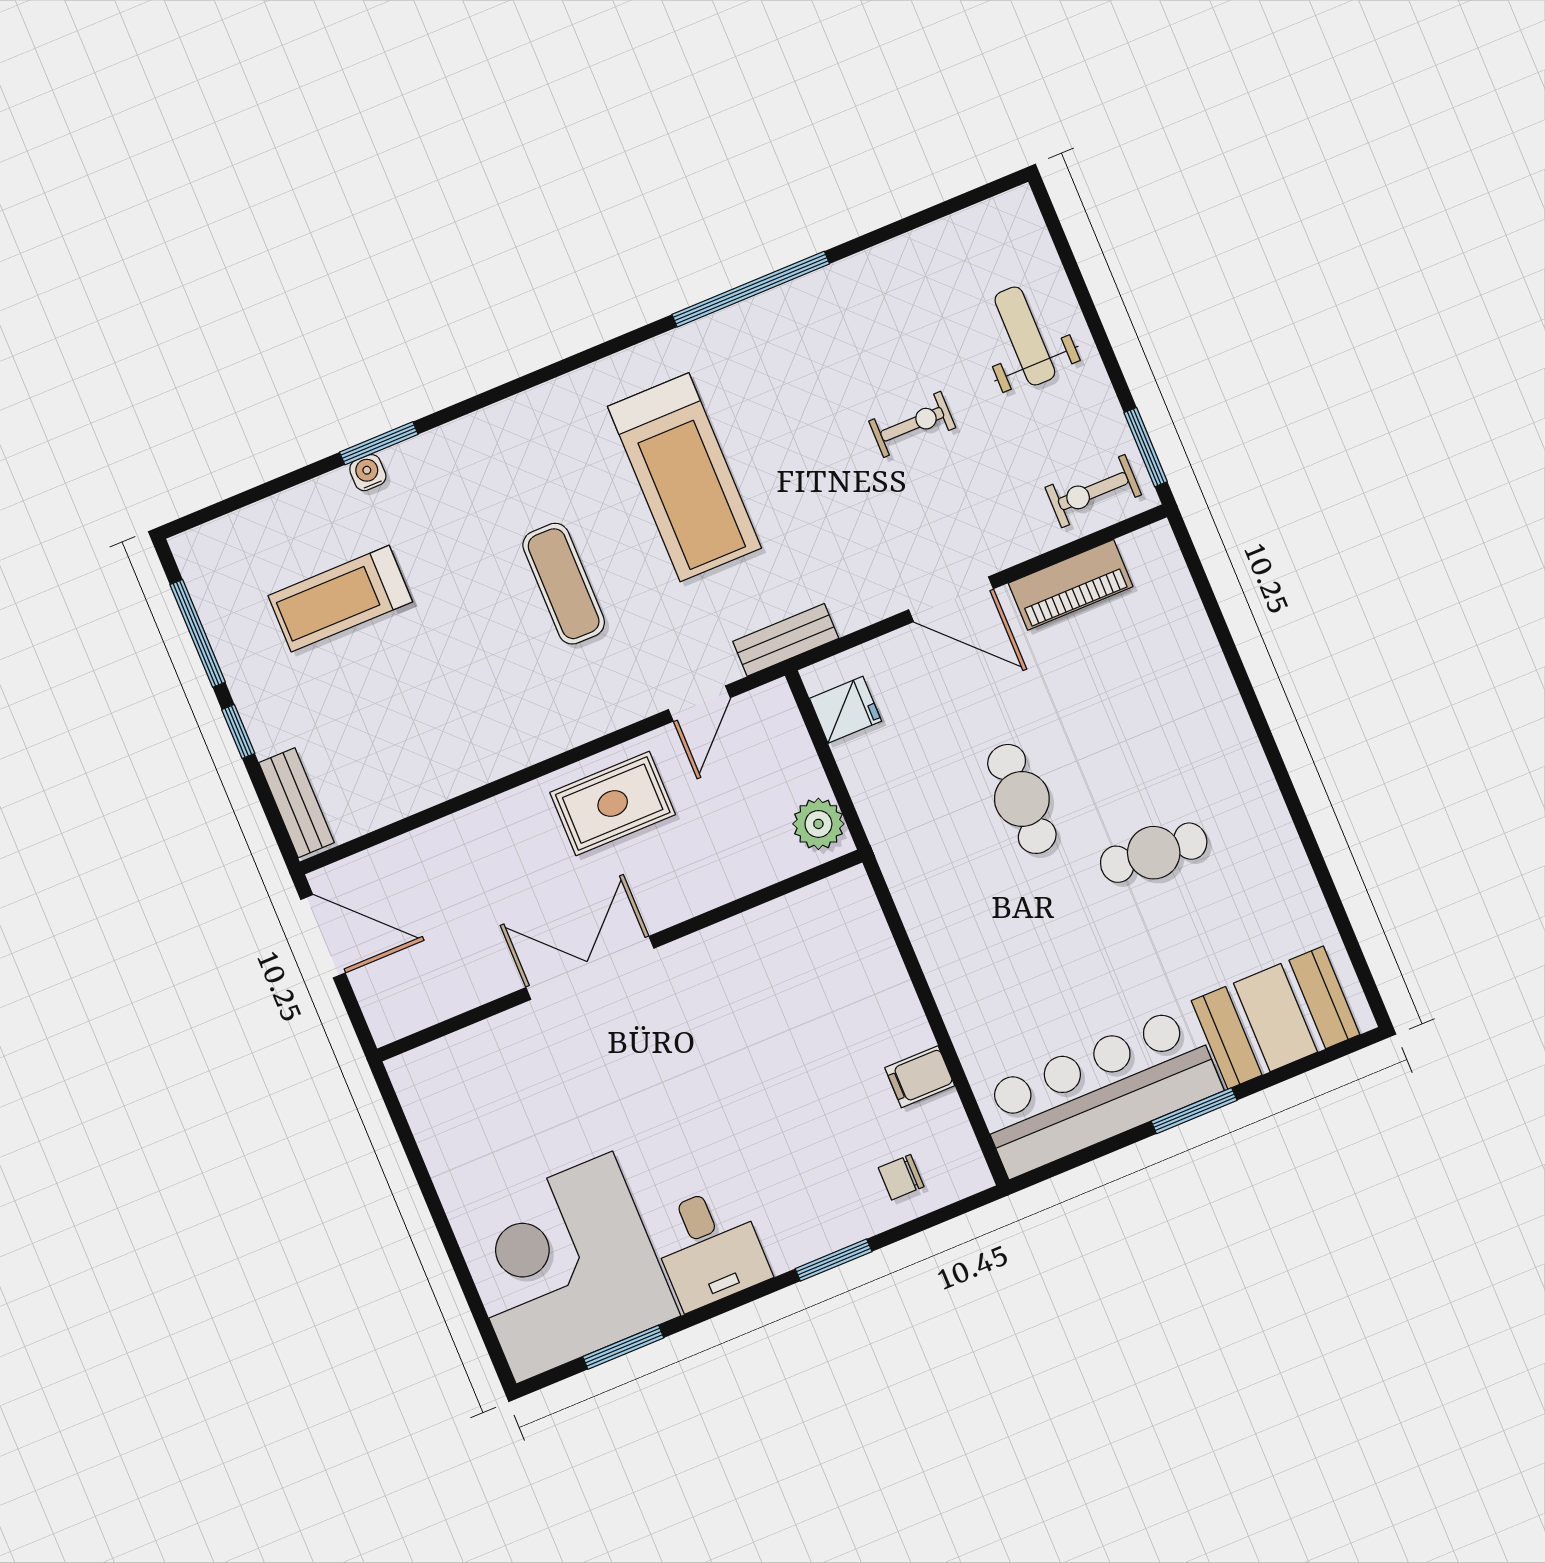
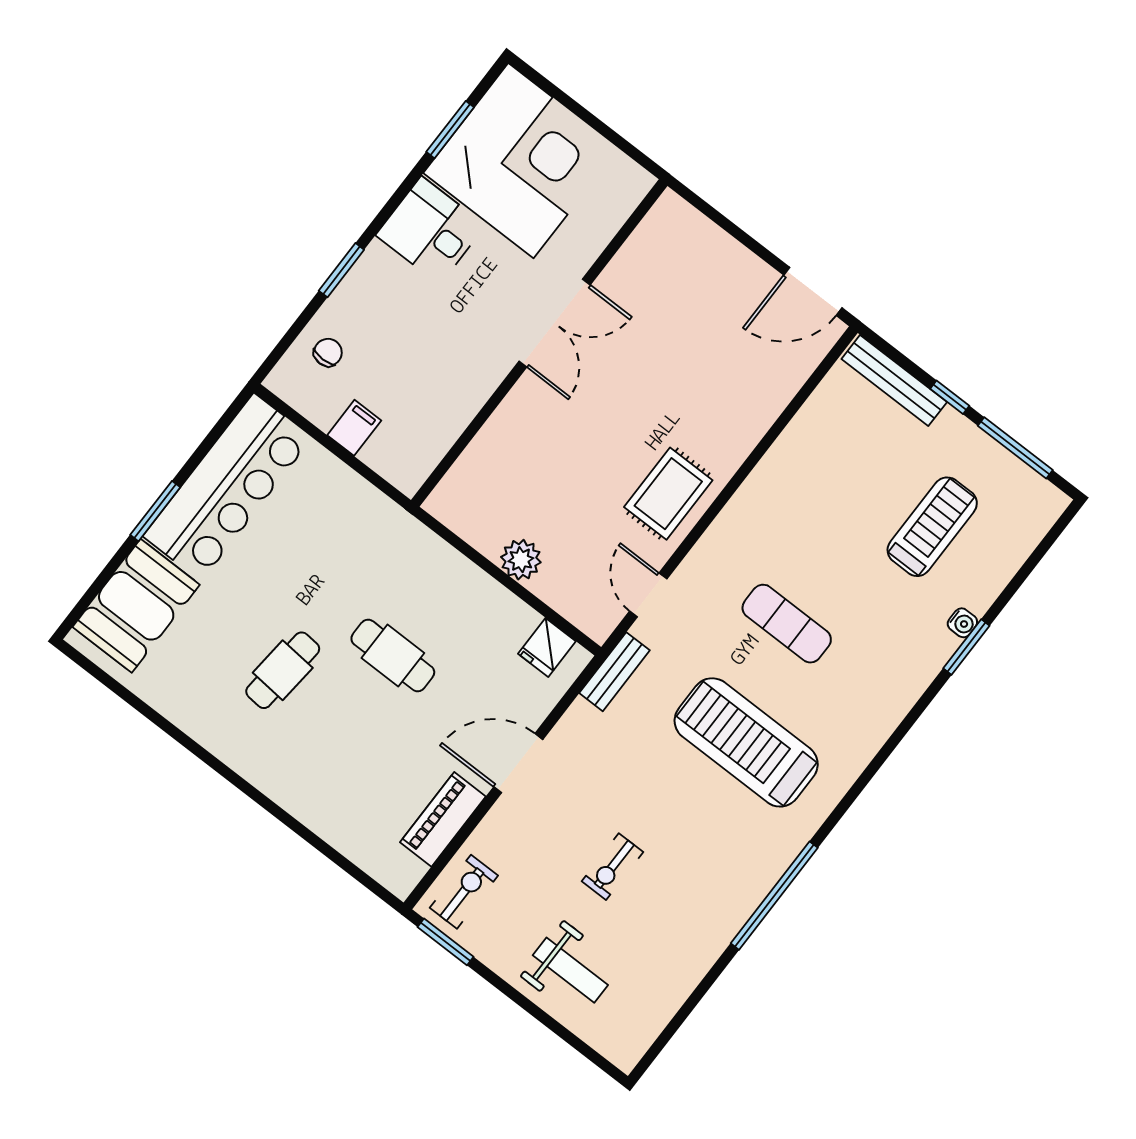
bench: (297, 803) -> (894, 381), width x1.36
wall: (620, 956) -> (539, 343), moved
double door: (590, 968) -> (555, 323), moved

